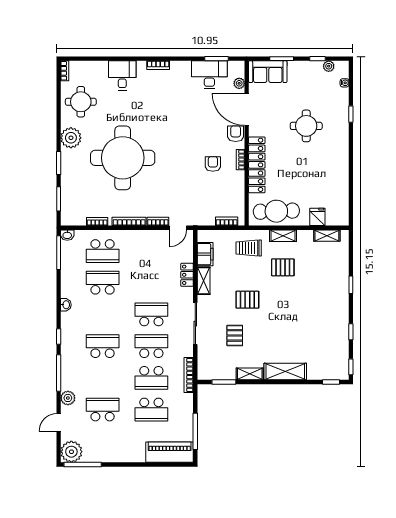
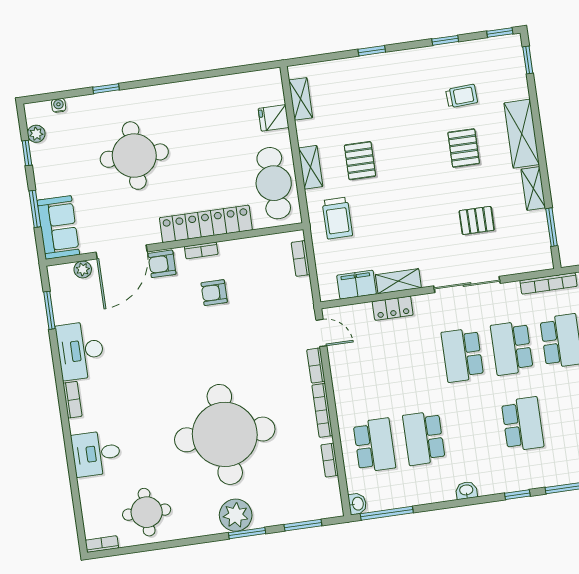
desk: (209, 75) -> (80, 351), moved
round table: (306, 126) -> (134, 156), width x1.36, depth x1.36
plant: (71, 138) -> (236, 515), moved
pallet: (247, 300) -> (464, 148), moved
trolley: (314, 337) -> (462, 96), added
school desk: (103, 346) -> (523, 424), turned 180

